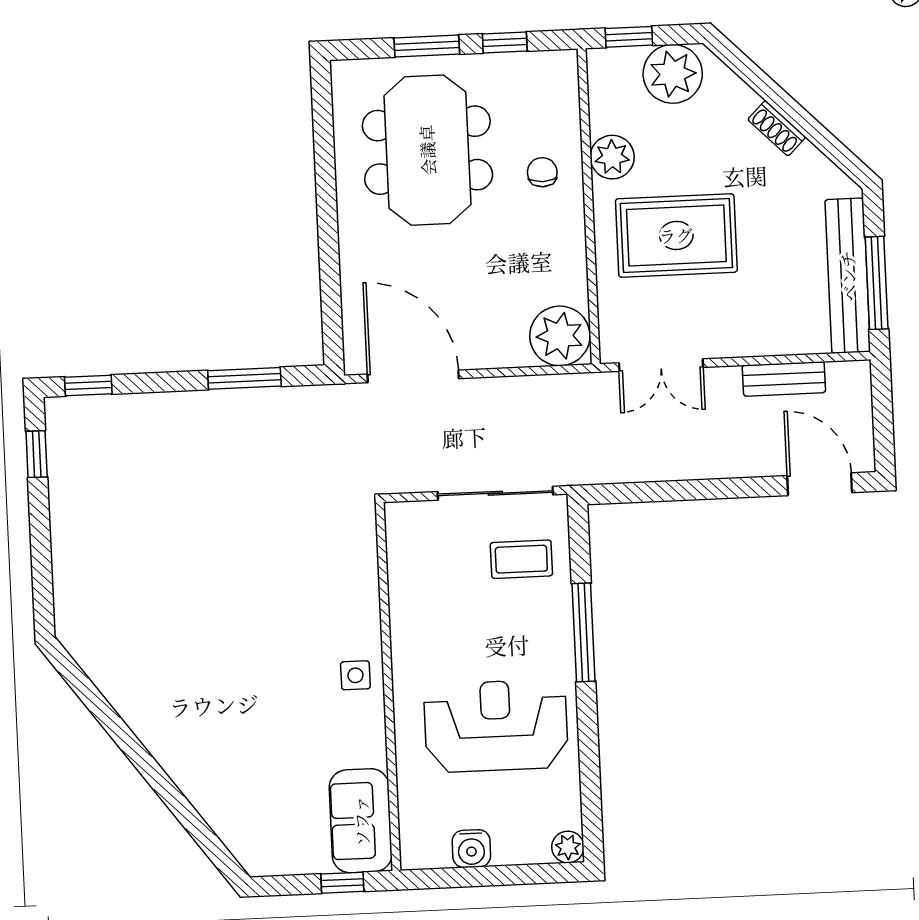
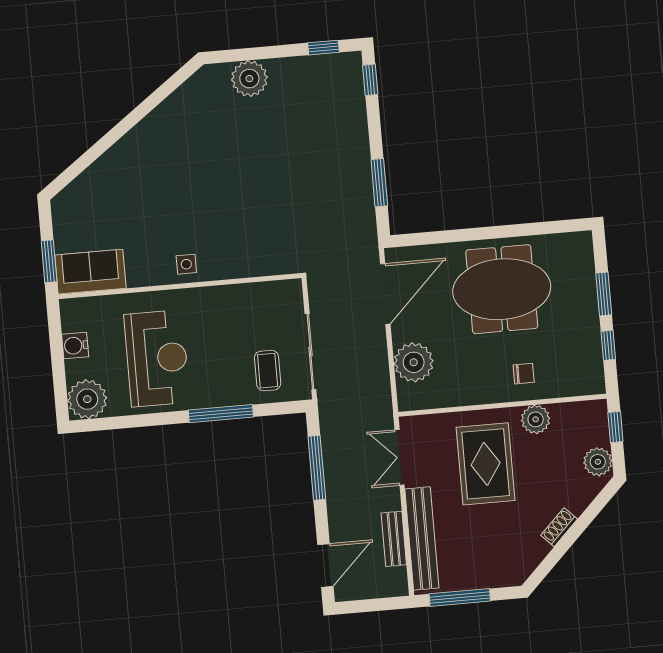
plant: (673, 74) -> (598, 462), width x0.73, depth x0.73
meeting table: (427, 150) -> (502, 289), moved
bench: (848, 276) -> (422, 538), moved, turned 90
plant: (560, 336) -> (414, 362), moved
window: (672, 491) -> (317, 468), added
plant: (79, 568) -> (249, 79), added
plant: (568, 847) -> (87, 399), width x1.88, depth x1.88
window: (342, 883) -> (49, 261), width x1.50

